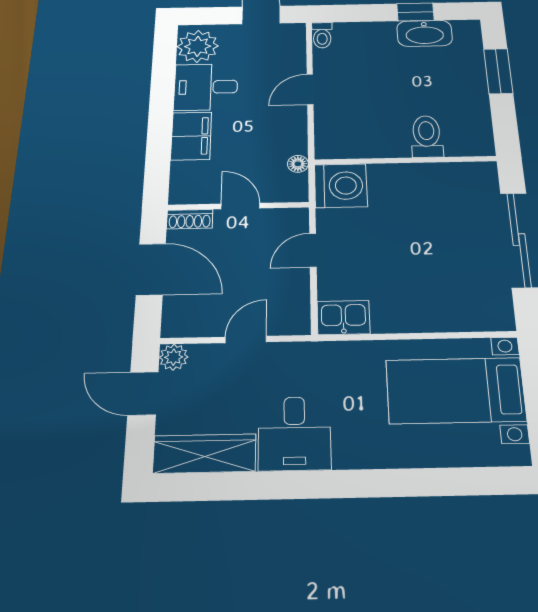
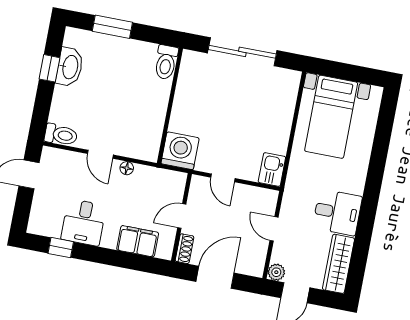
toilet: (322, 35) -> (61, 135), width x1.37, depth x1.39
plant: (198, 46) -> (48, 222), removed
window: (164, 67) -> (61, 248), added
filing cabinet: (191, 136) -> (138, 241), moved
toilet: (427, 136) -> (166, 62), moved, turned -90
floor lamp: (298, 164) -> (127, 168), moved

